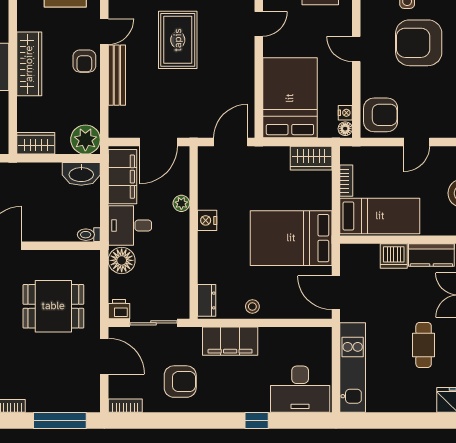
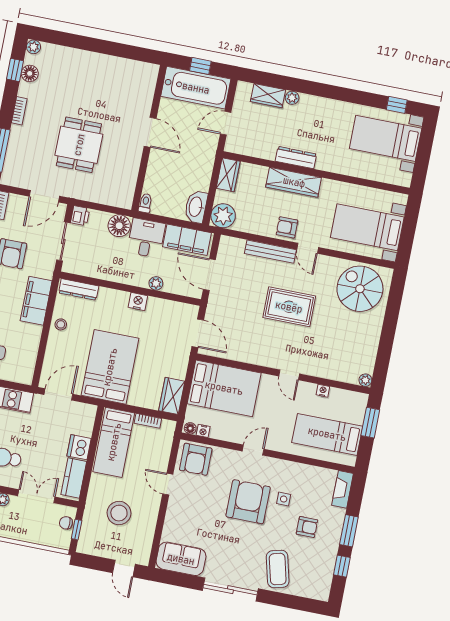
dresser: (207, 300) -> (79, 289), width x1.44
dining table: (53, 306) -> (79, 145), moved

